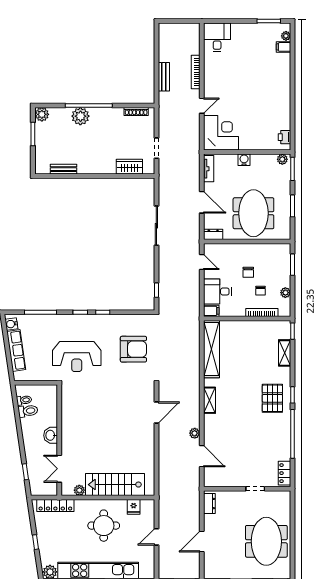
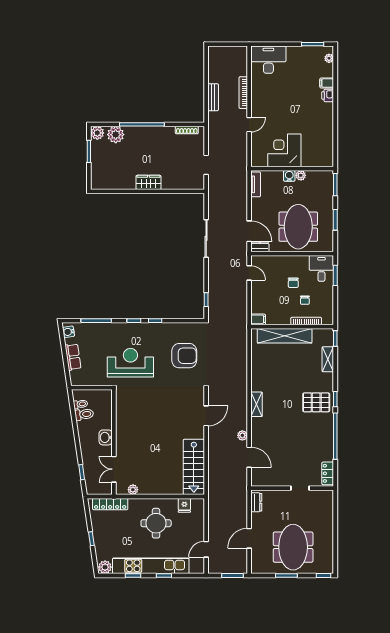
desk: (217, 37) -> (268, 60), width x1.37
filing cabinet: (284, 47) -> (327, 83), moved
plant: (80, 116) -> (116, 135), moved
corner desk: (221, 133) -> (284, 150), moved, turned -90
printer: (285, 137) -> (328, 95), moved
plant: (282, 159) -> (301, 175), moved
wardrobe: (129, 167) -> (148, 182), moved
bench: (63, 169) -> (118, 185), removed
door: (202, 202) -> (249, 231), moved
desk: (217, 291) -> (321, 268), moved, turned 90
plant: (285, 293) -> (329, 302), removed
shelving: (211, 349) -> (285, 336), moved, turned 90
row of seats: (16, 351) -> (73, 357), width x0.68
reception desk: (77, 357) -> (130, 363), turned 180
pallet: (272, 398) -> (316, 402), turned 90
stairs: (115, 485) -> (194, 467), moved, turned -90
door: (156, 537) -> (206, 549), moved
meeting table: (266, 541) -> (293, 547), moved

